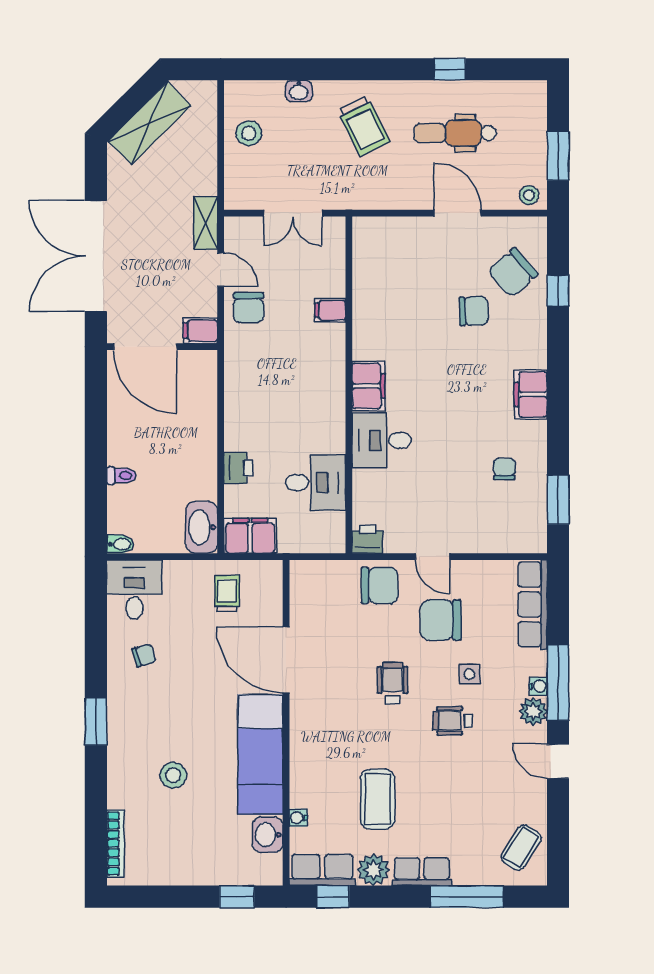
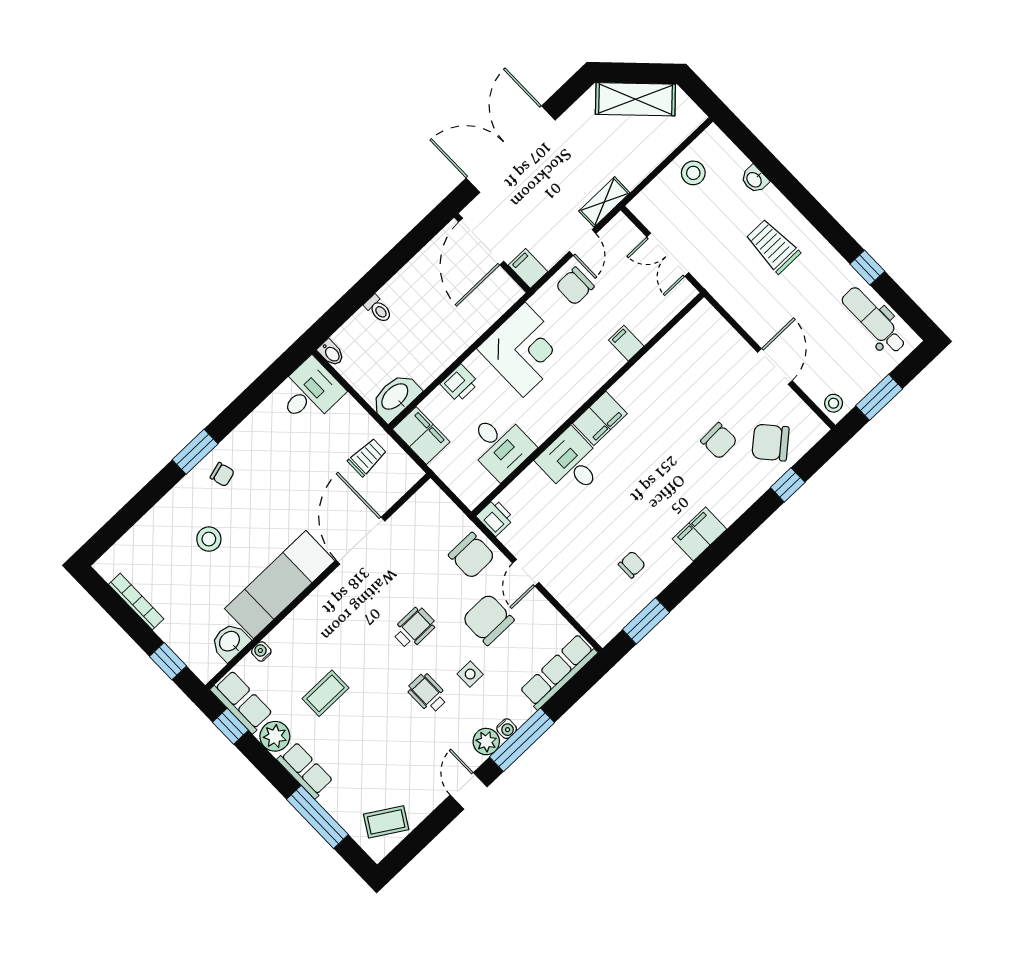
trolley: (364, 126) -> (773, 246), turned 116
dental chair: (455, 133) -> (874, 320), moved
corner desk: (260, 393) -> (524, 350), added
chair: (144, 655) -> (222, 474), moved
coffee table: (378, 799) -> (325, 693), width x0.73, depth x0.77
bookcase: (115, 844) -> (136, 602), moved, turned -90

